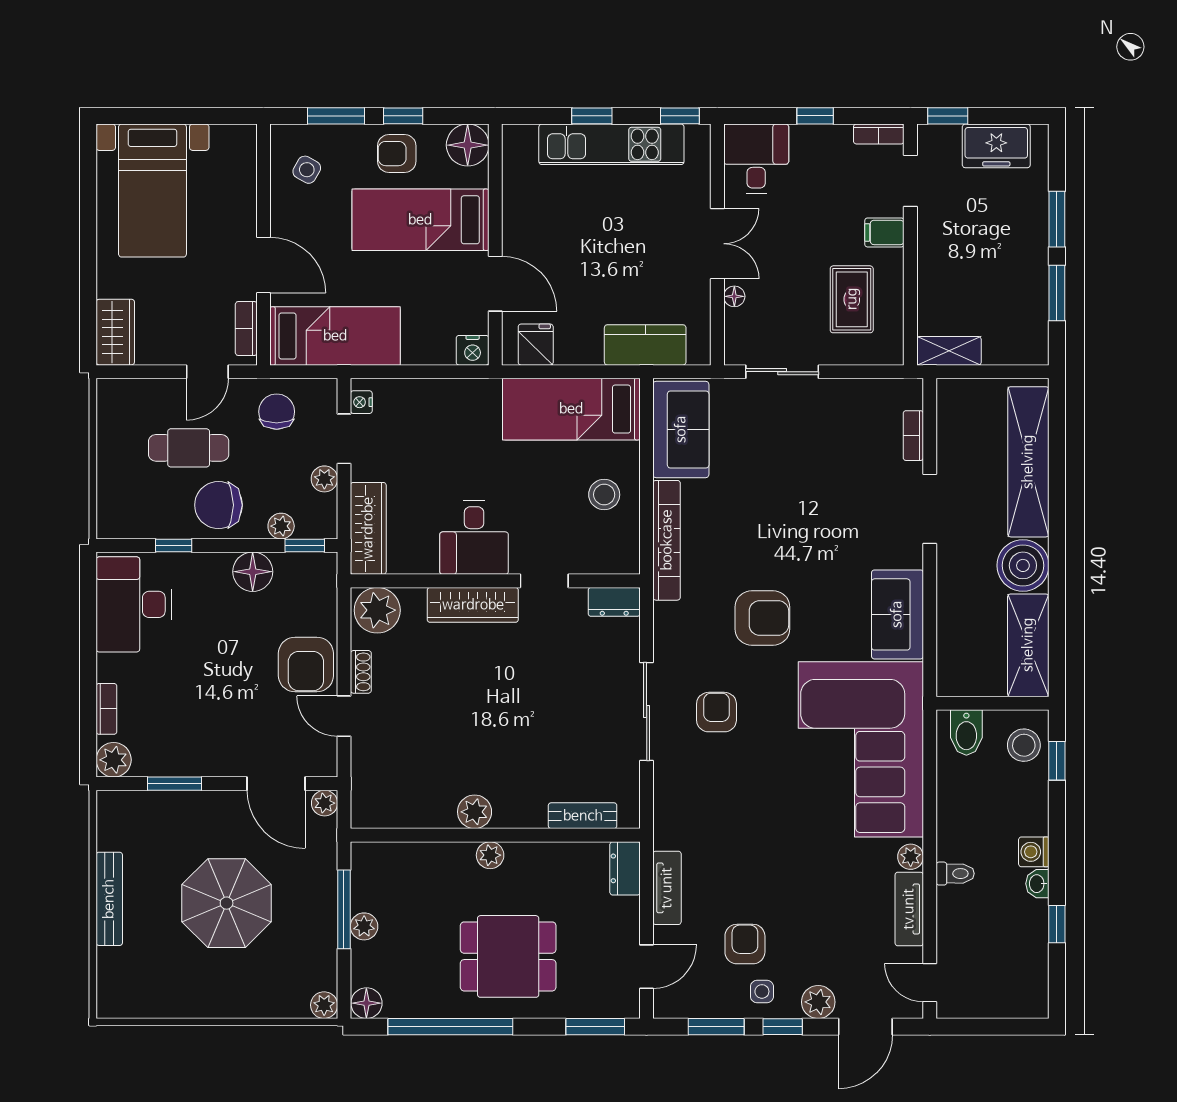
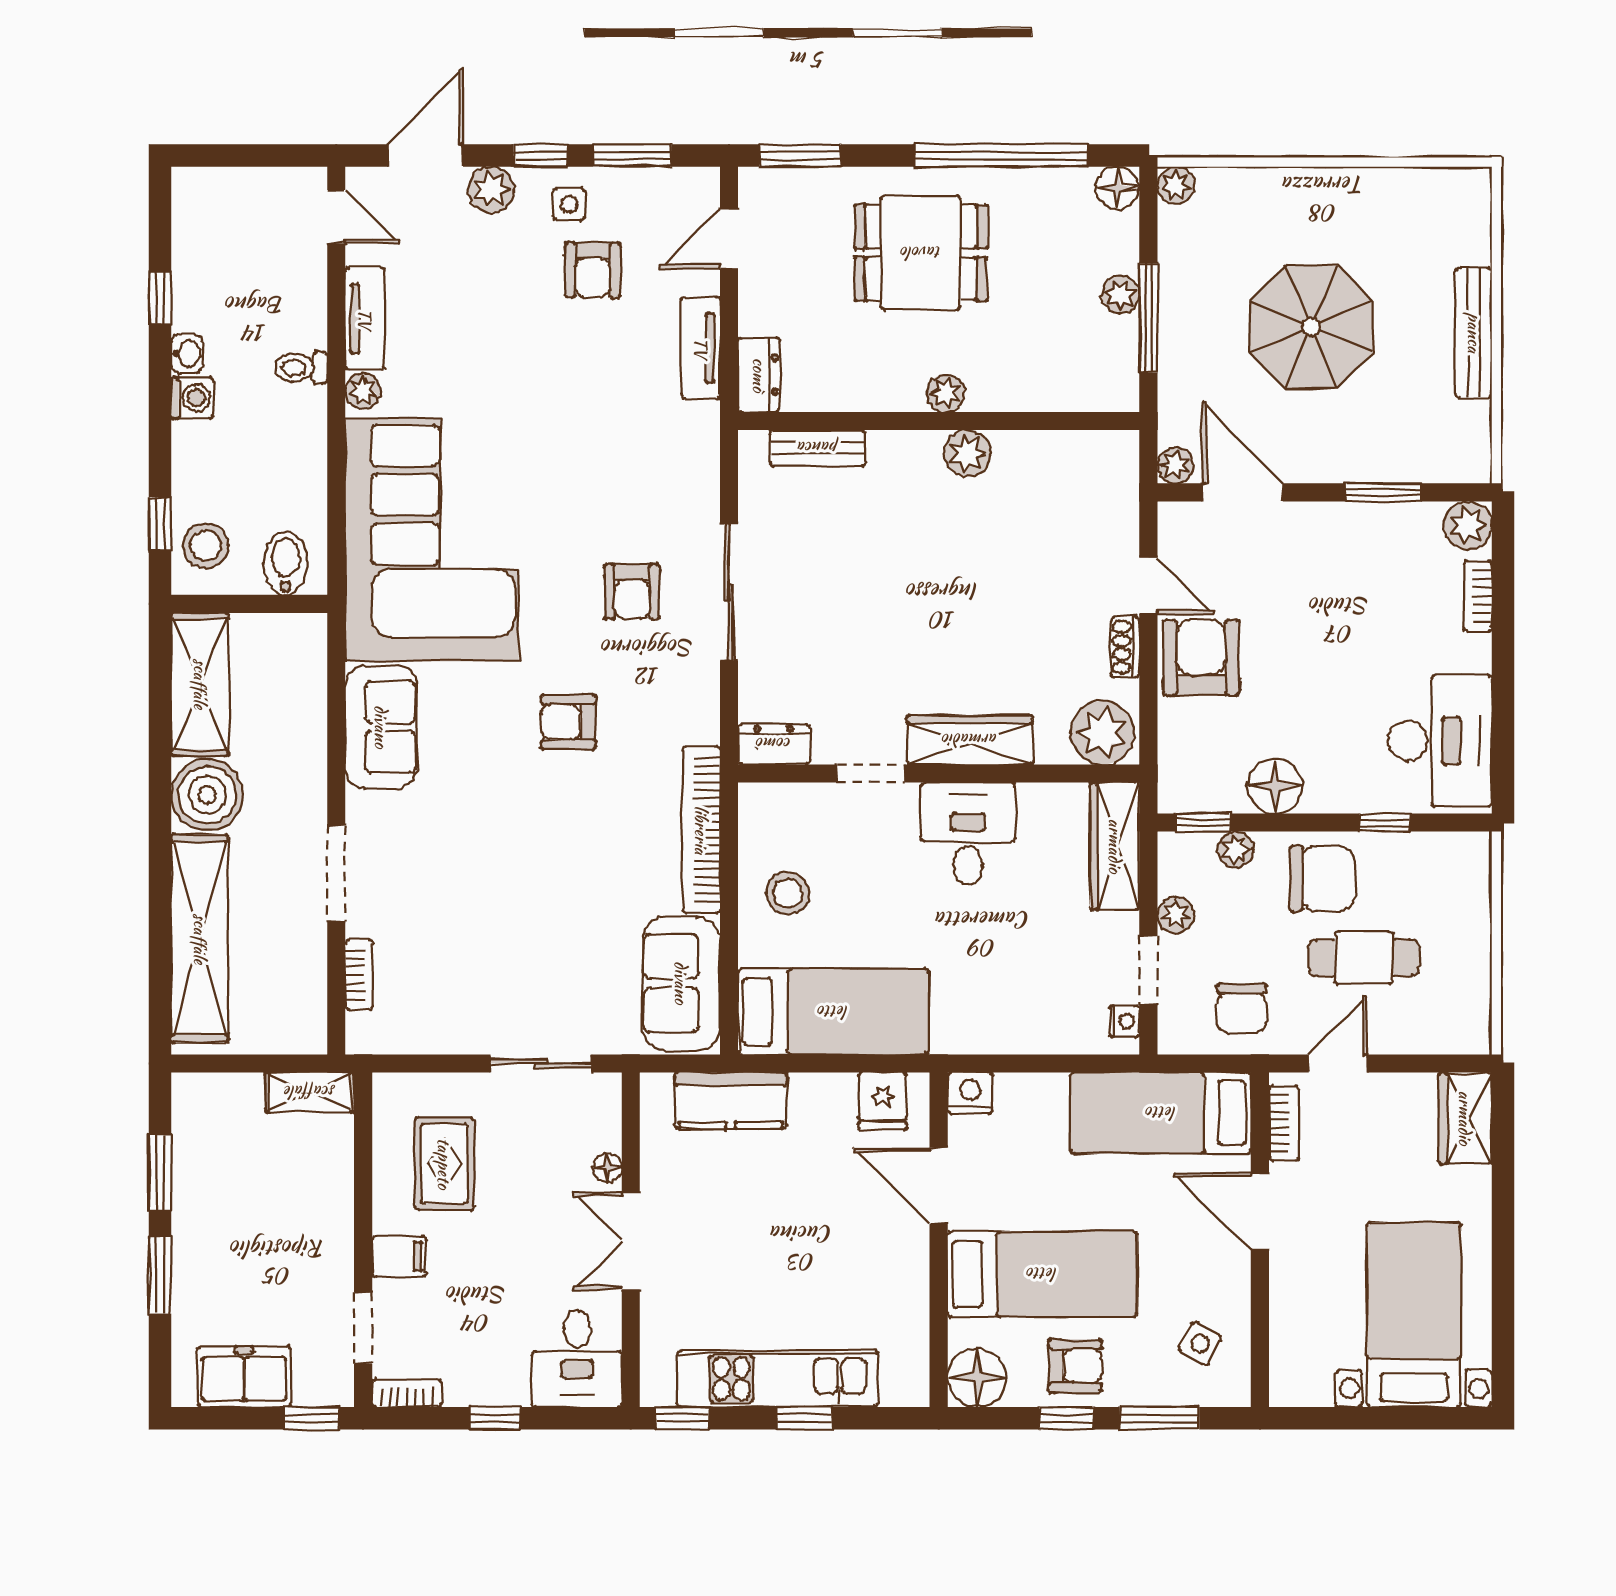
armchair: (762, 618) -> (568, 722), width x0.72, depth x0.72

